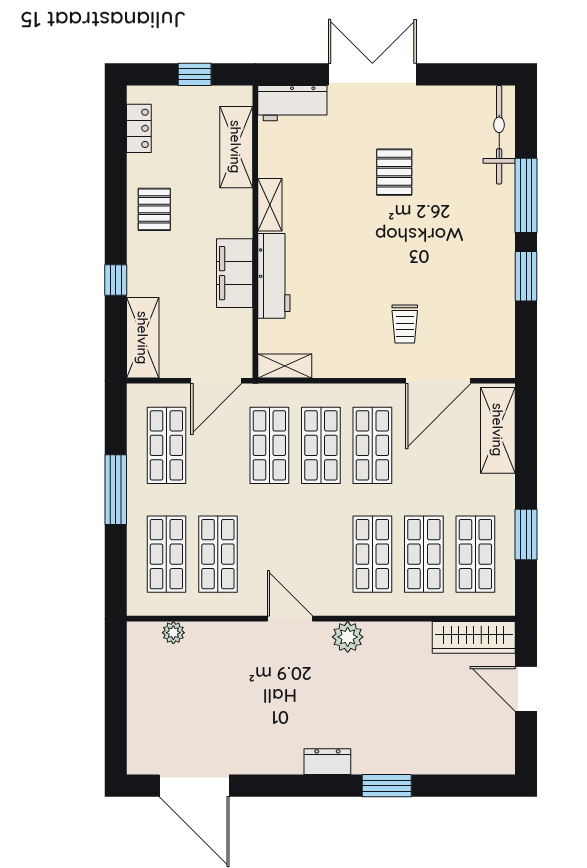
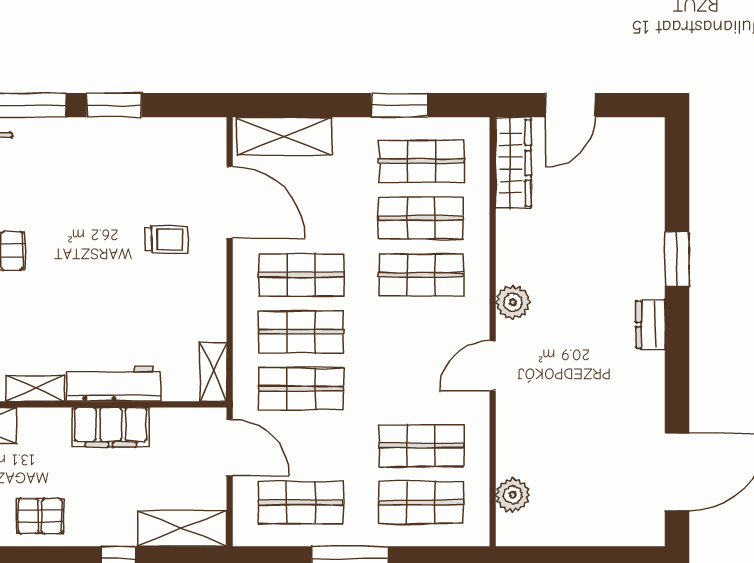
plant: (173, 633) -> (513, 495), width x1.38, depth x1.38

